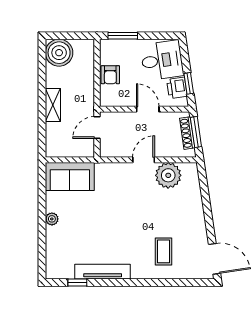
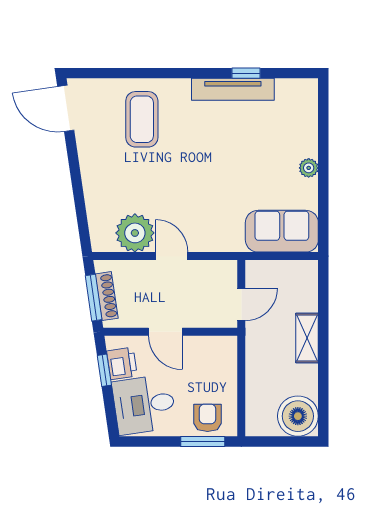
armchair: (110, 75) -> (208, 418), moved
door: (144, 160) -> (172, 256), swing flipped
coffee table: (164, 251) -> (142, 119), width x1.36, depth x1.30
window: (77, 282) -> (246, 73), moved

